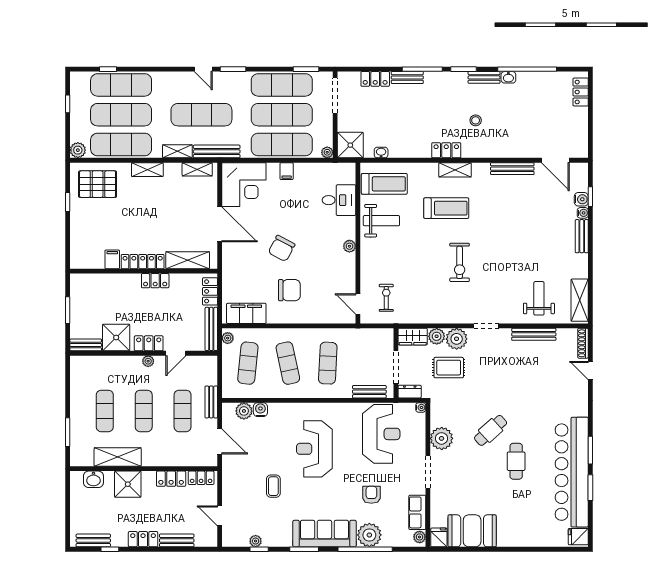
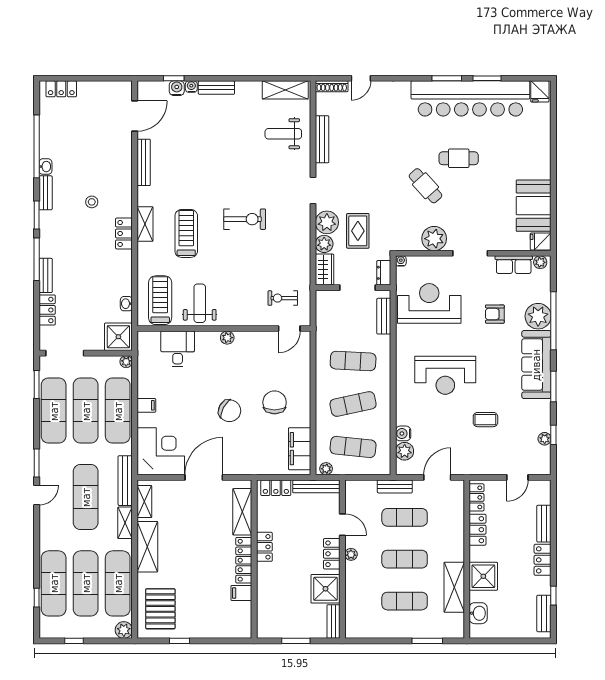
shelving: (147, 170) -> (147, 547), width x1.50, depth x1.33

